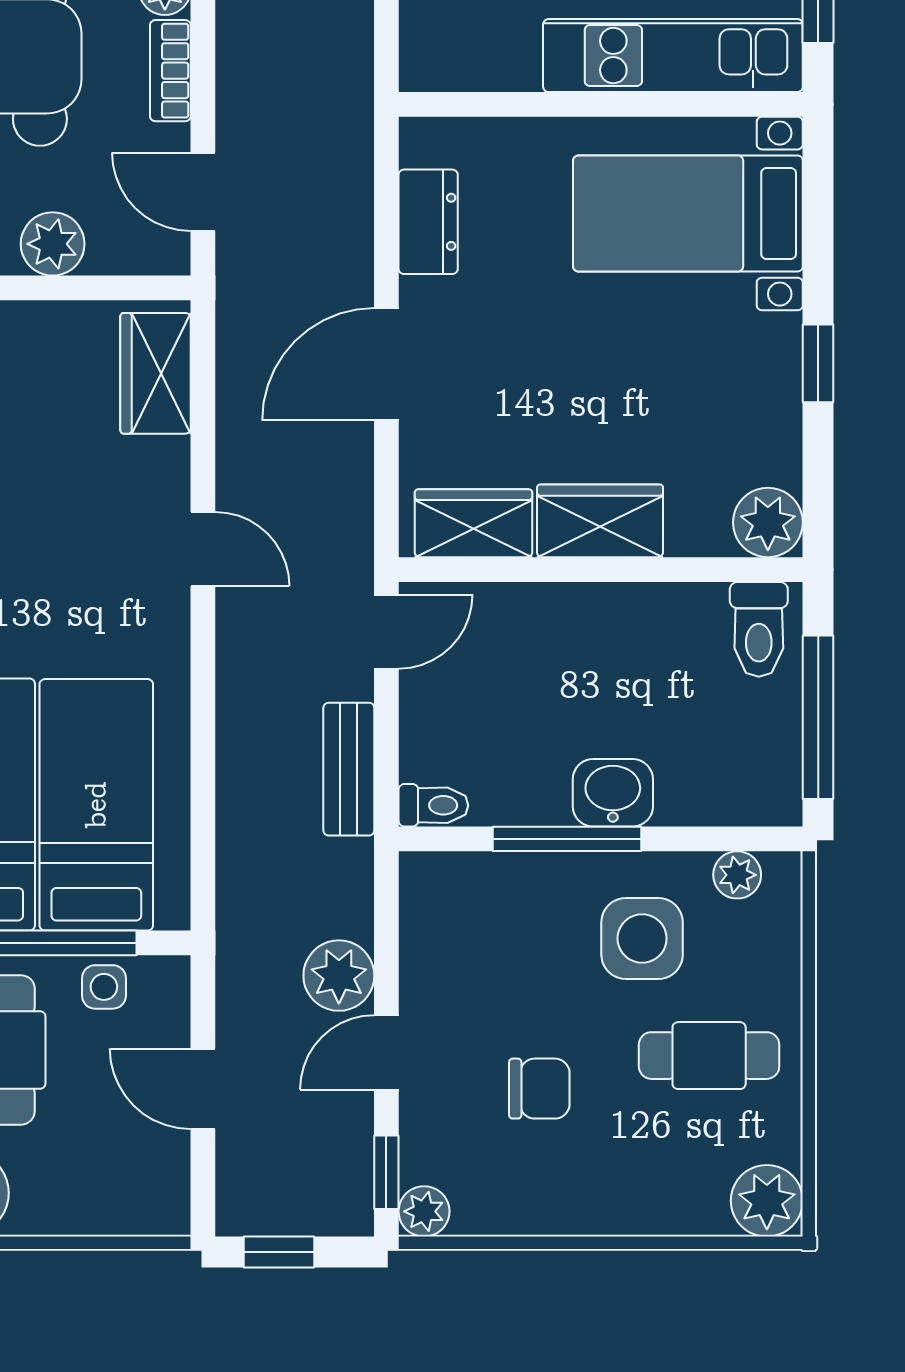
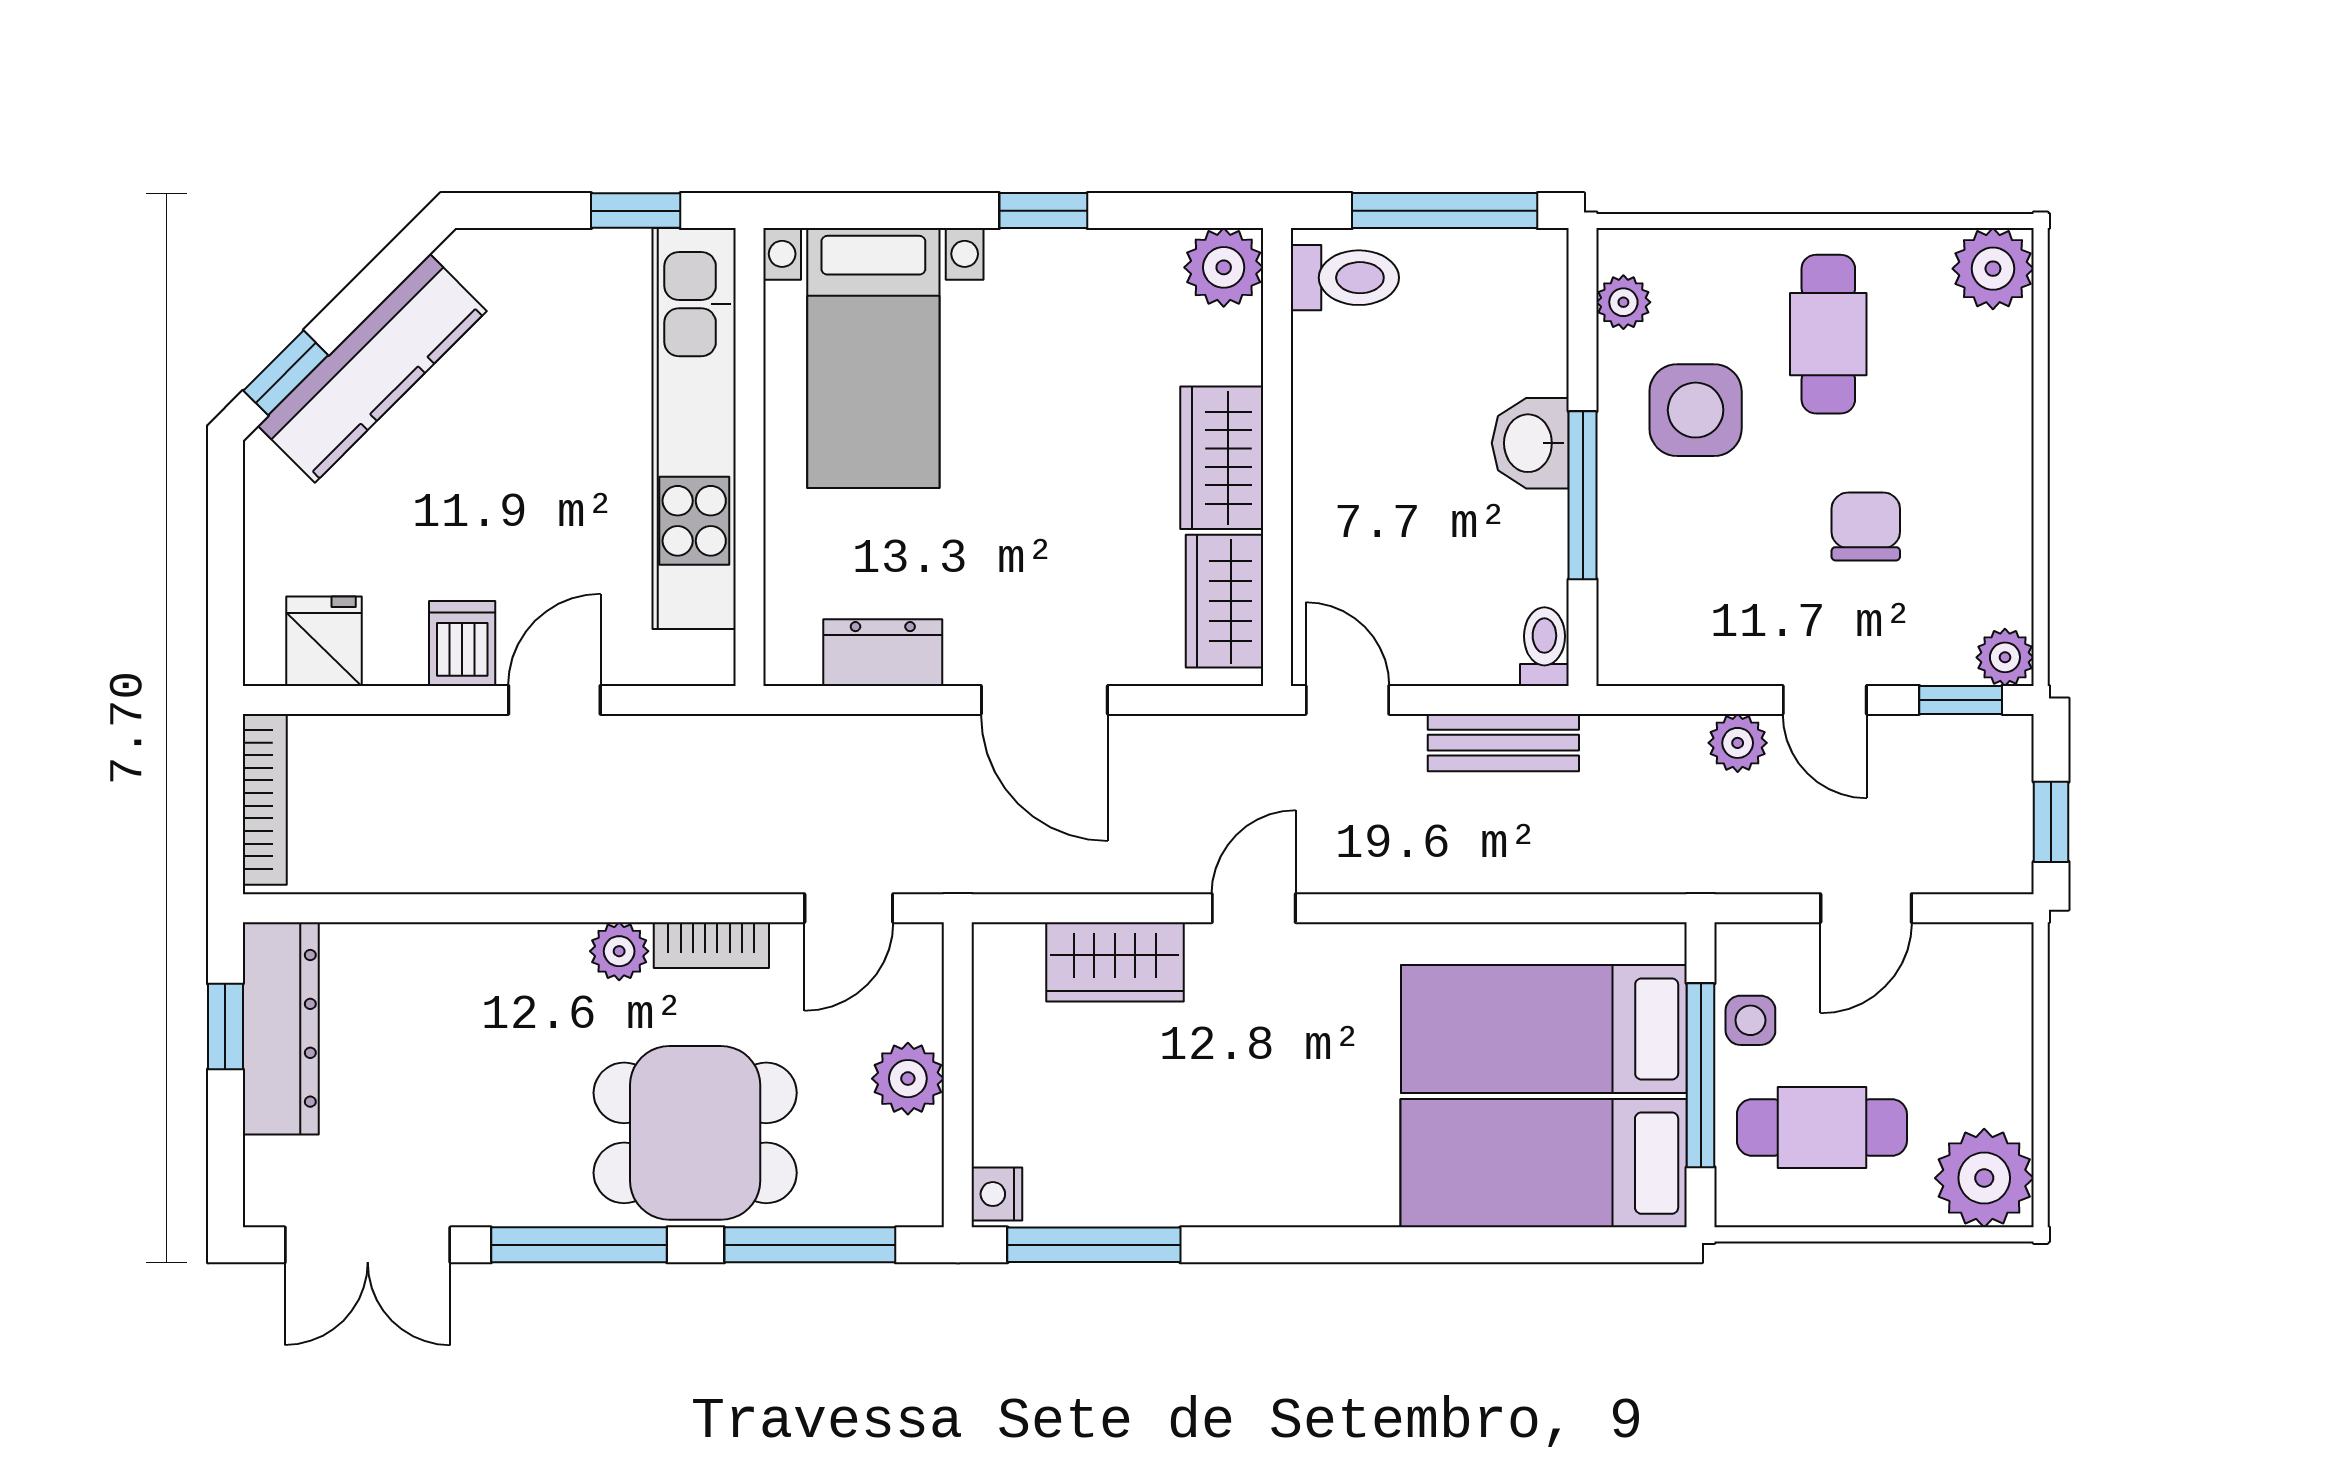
kitchen unit: (673, 56) -> (694, 429), width x1.36
wardrobe: (155, 373) -> (1115, 962), moved
plant: (339, 976) -> (1738, 743), width x0.73, depth x0.73

